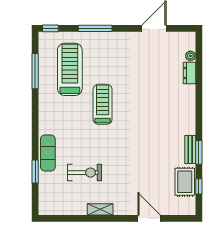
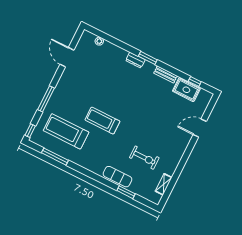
dresser: (189, 73) -> (135, 60), moved
window: (199, 152) -> (148, 58), moved
exercise bike: (84, 173) -> (144, 158), turned 90
shelving: (100, 209) -> (164, 184), moved

